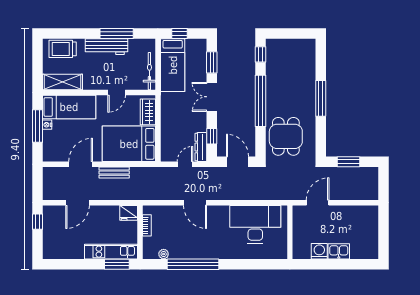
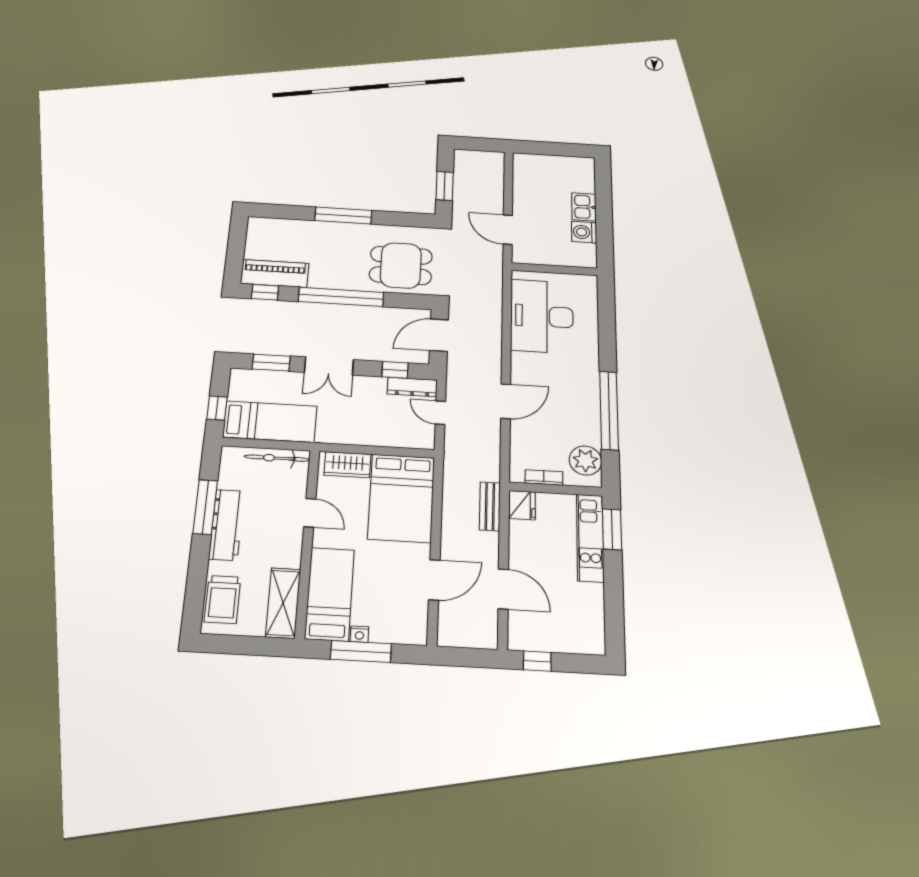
piano: (274, 59) -> (275, 273), added
door: (81, 164) -> (434, 580), swing flipped
bench: (114, 173) -> (490, 506), moved
plant: (164, 254) -> (585, 460), width x1.88, depth x1.88

